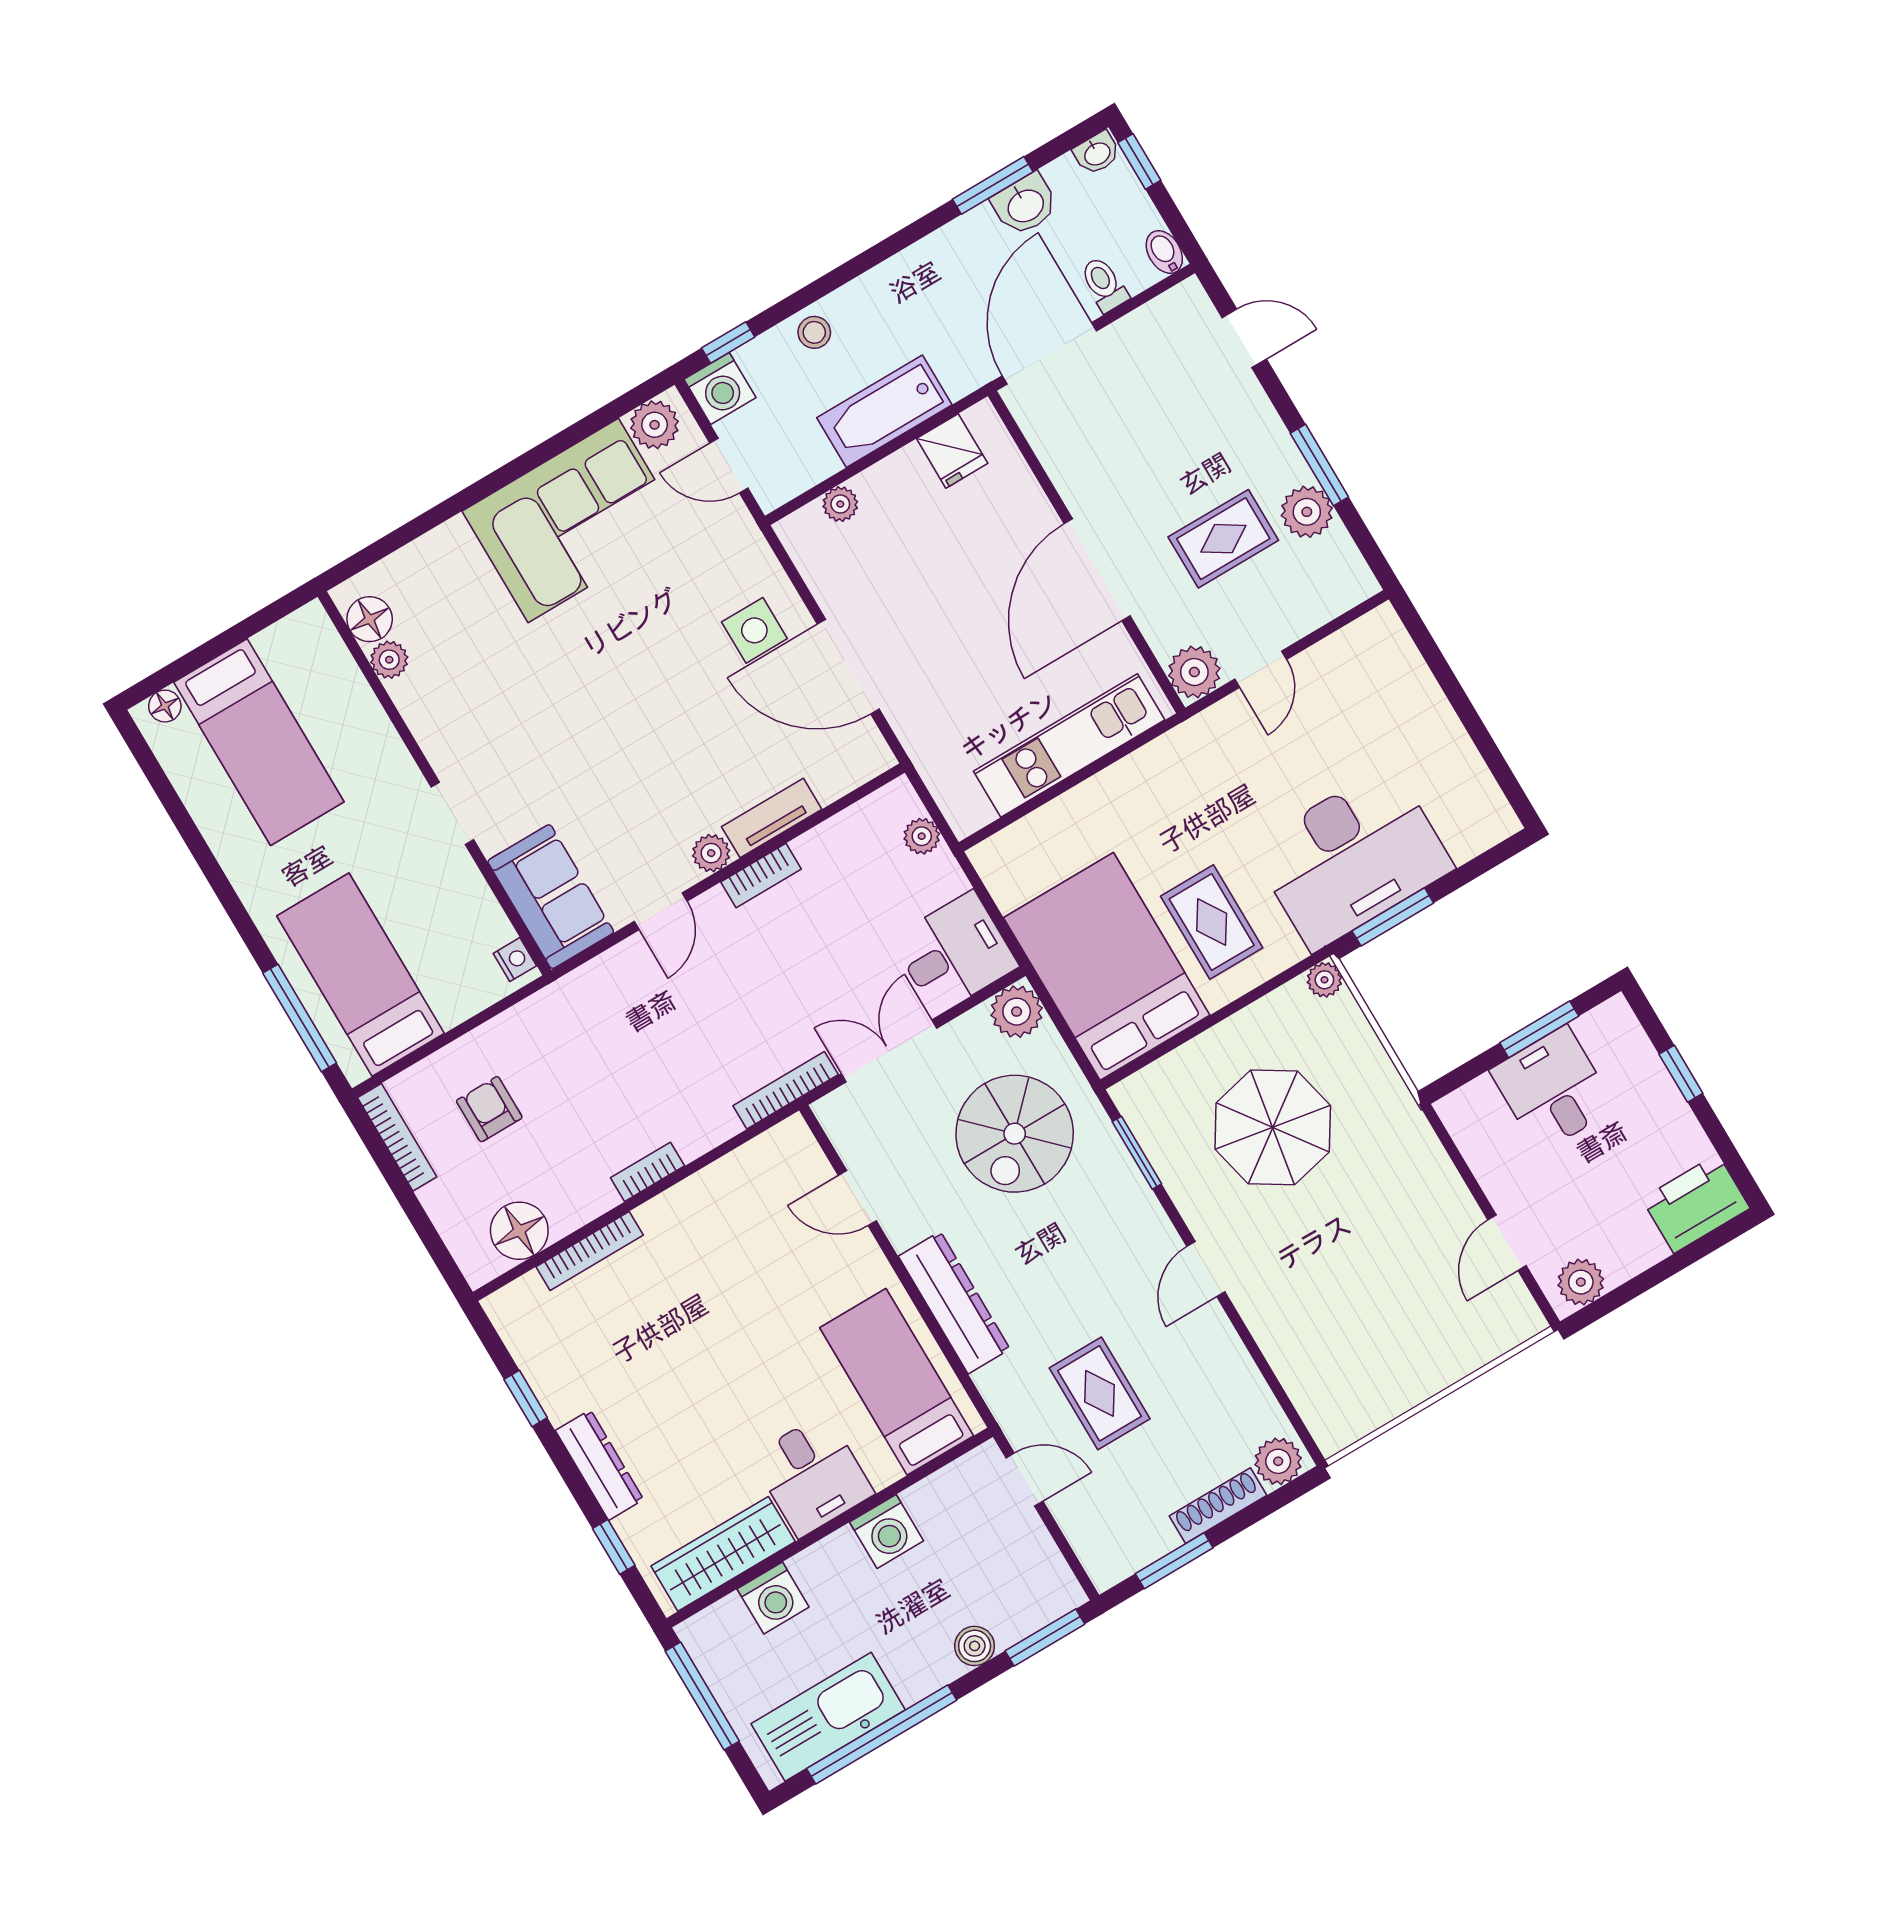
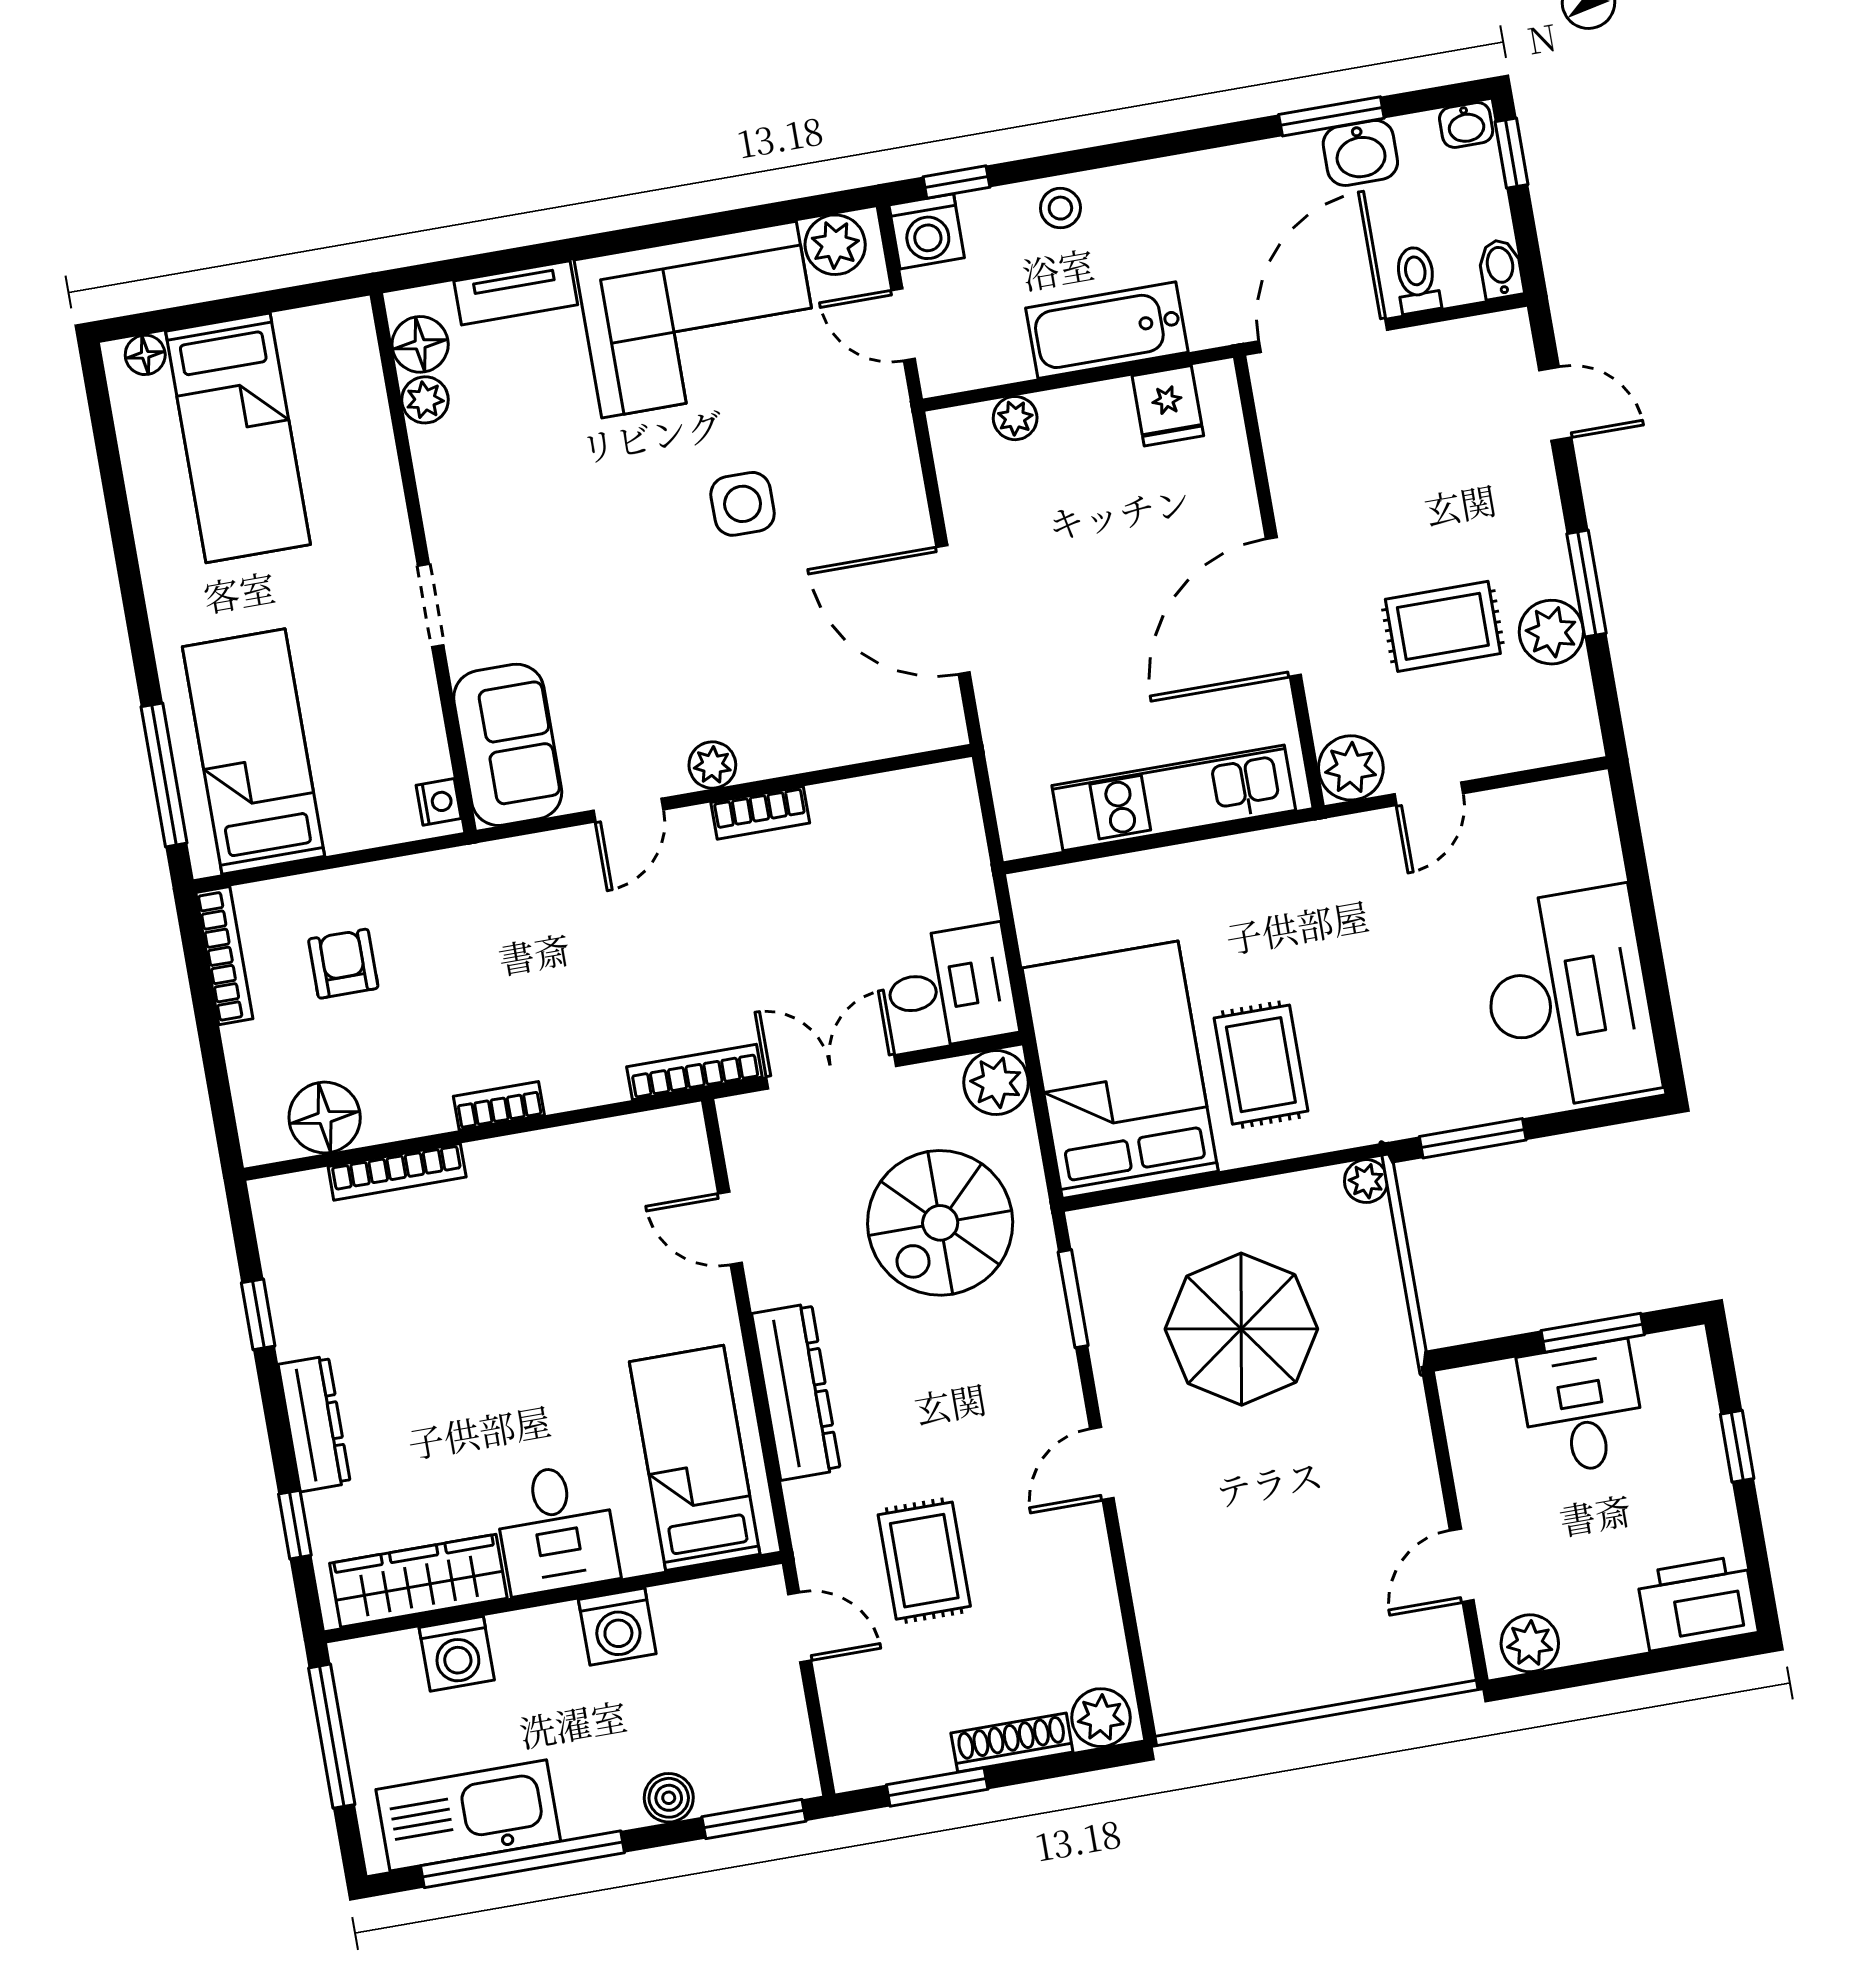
side table: (754, 630) -> (743, 504), moved
tv unit: (772, 818) -> (516, 293), moved, turned 180
plant: (922, 836) -> (963, 838), removed
desk: (1352, 857) -> (1568, 998), moved, turned -90

